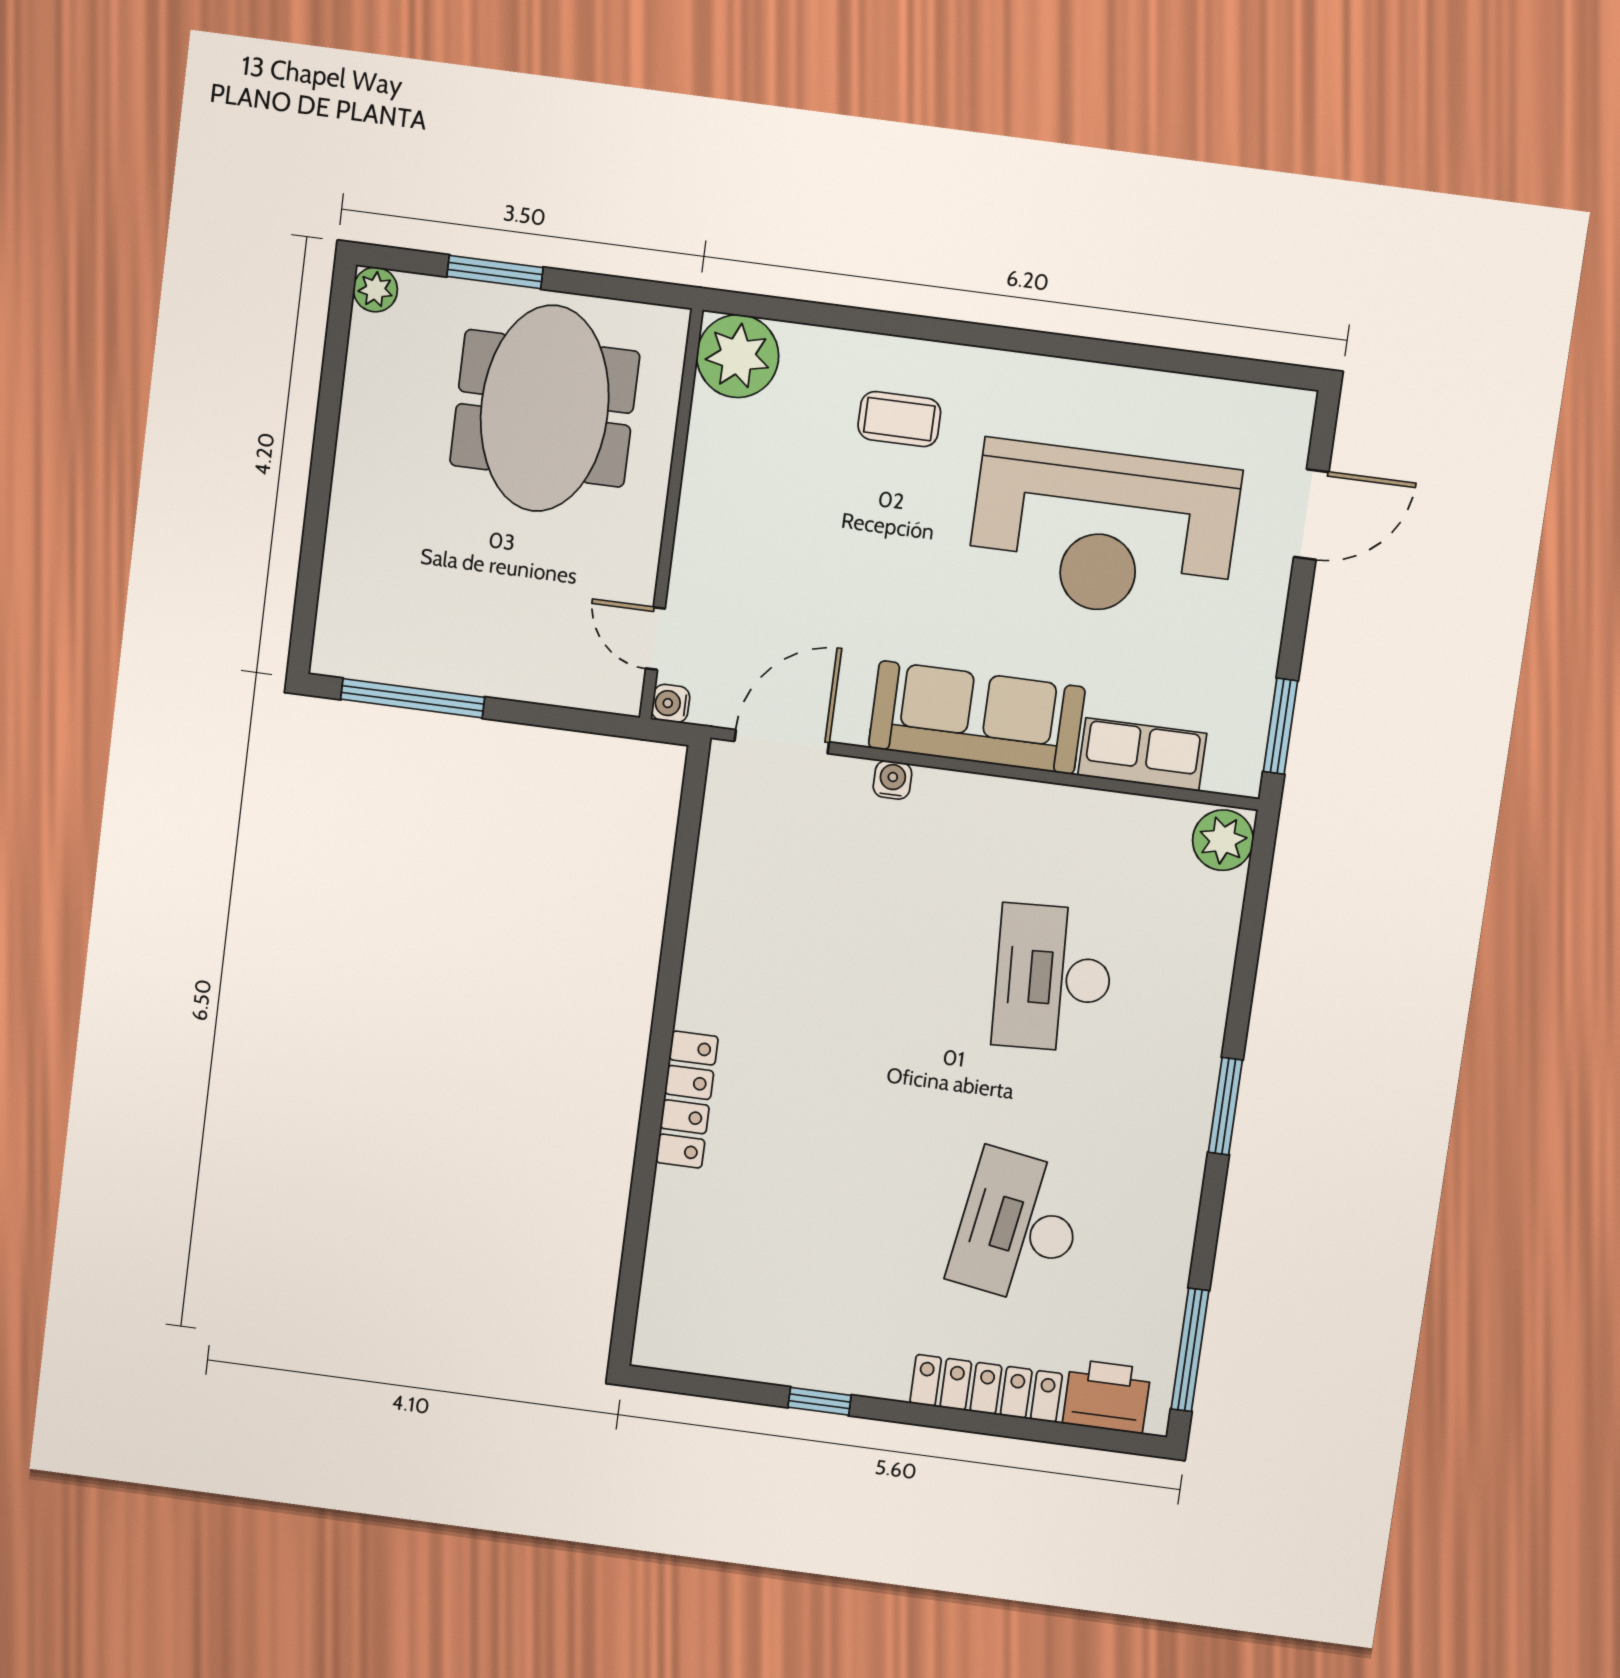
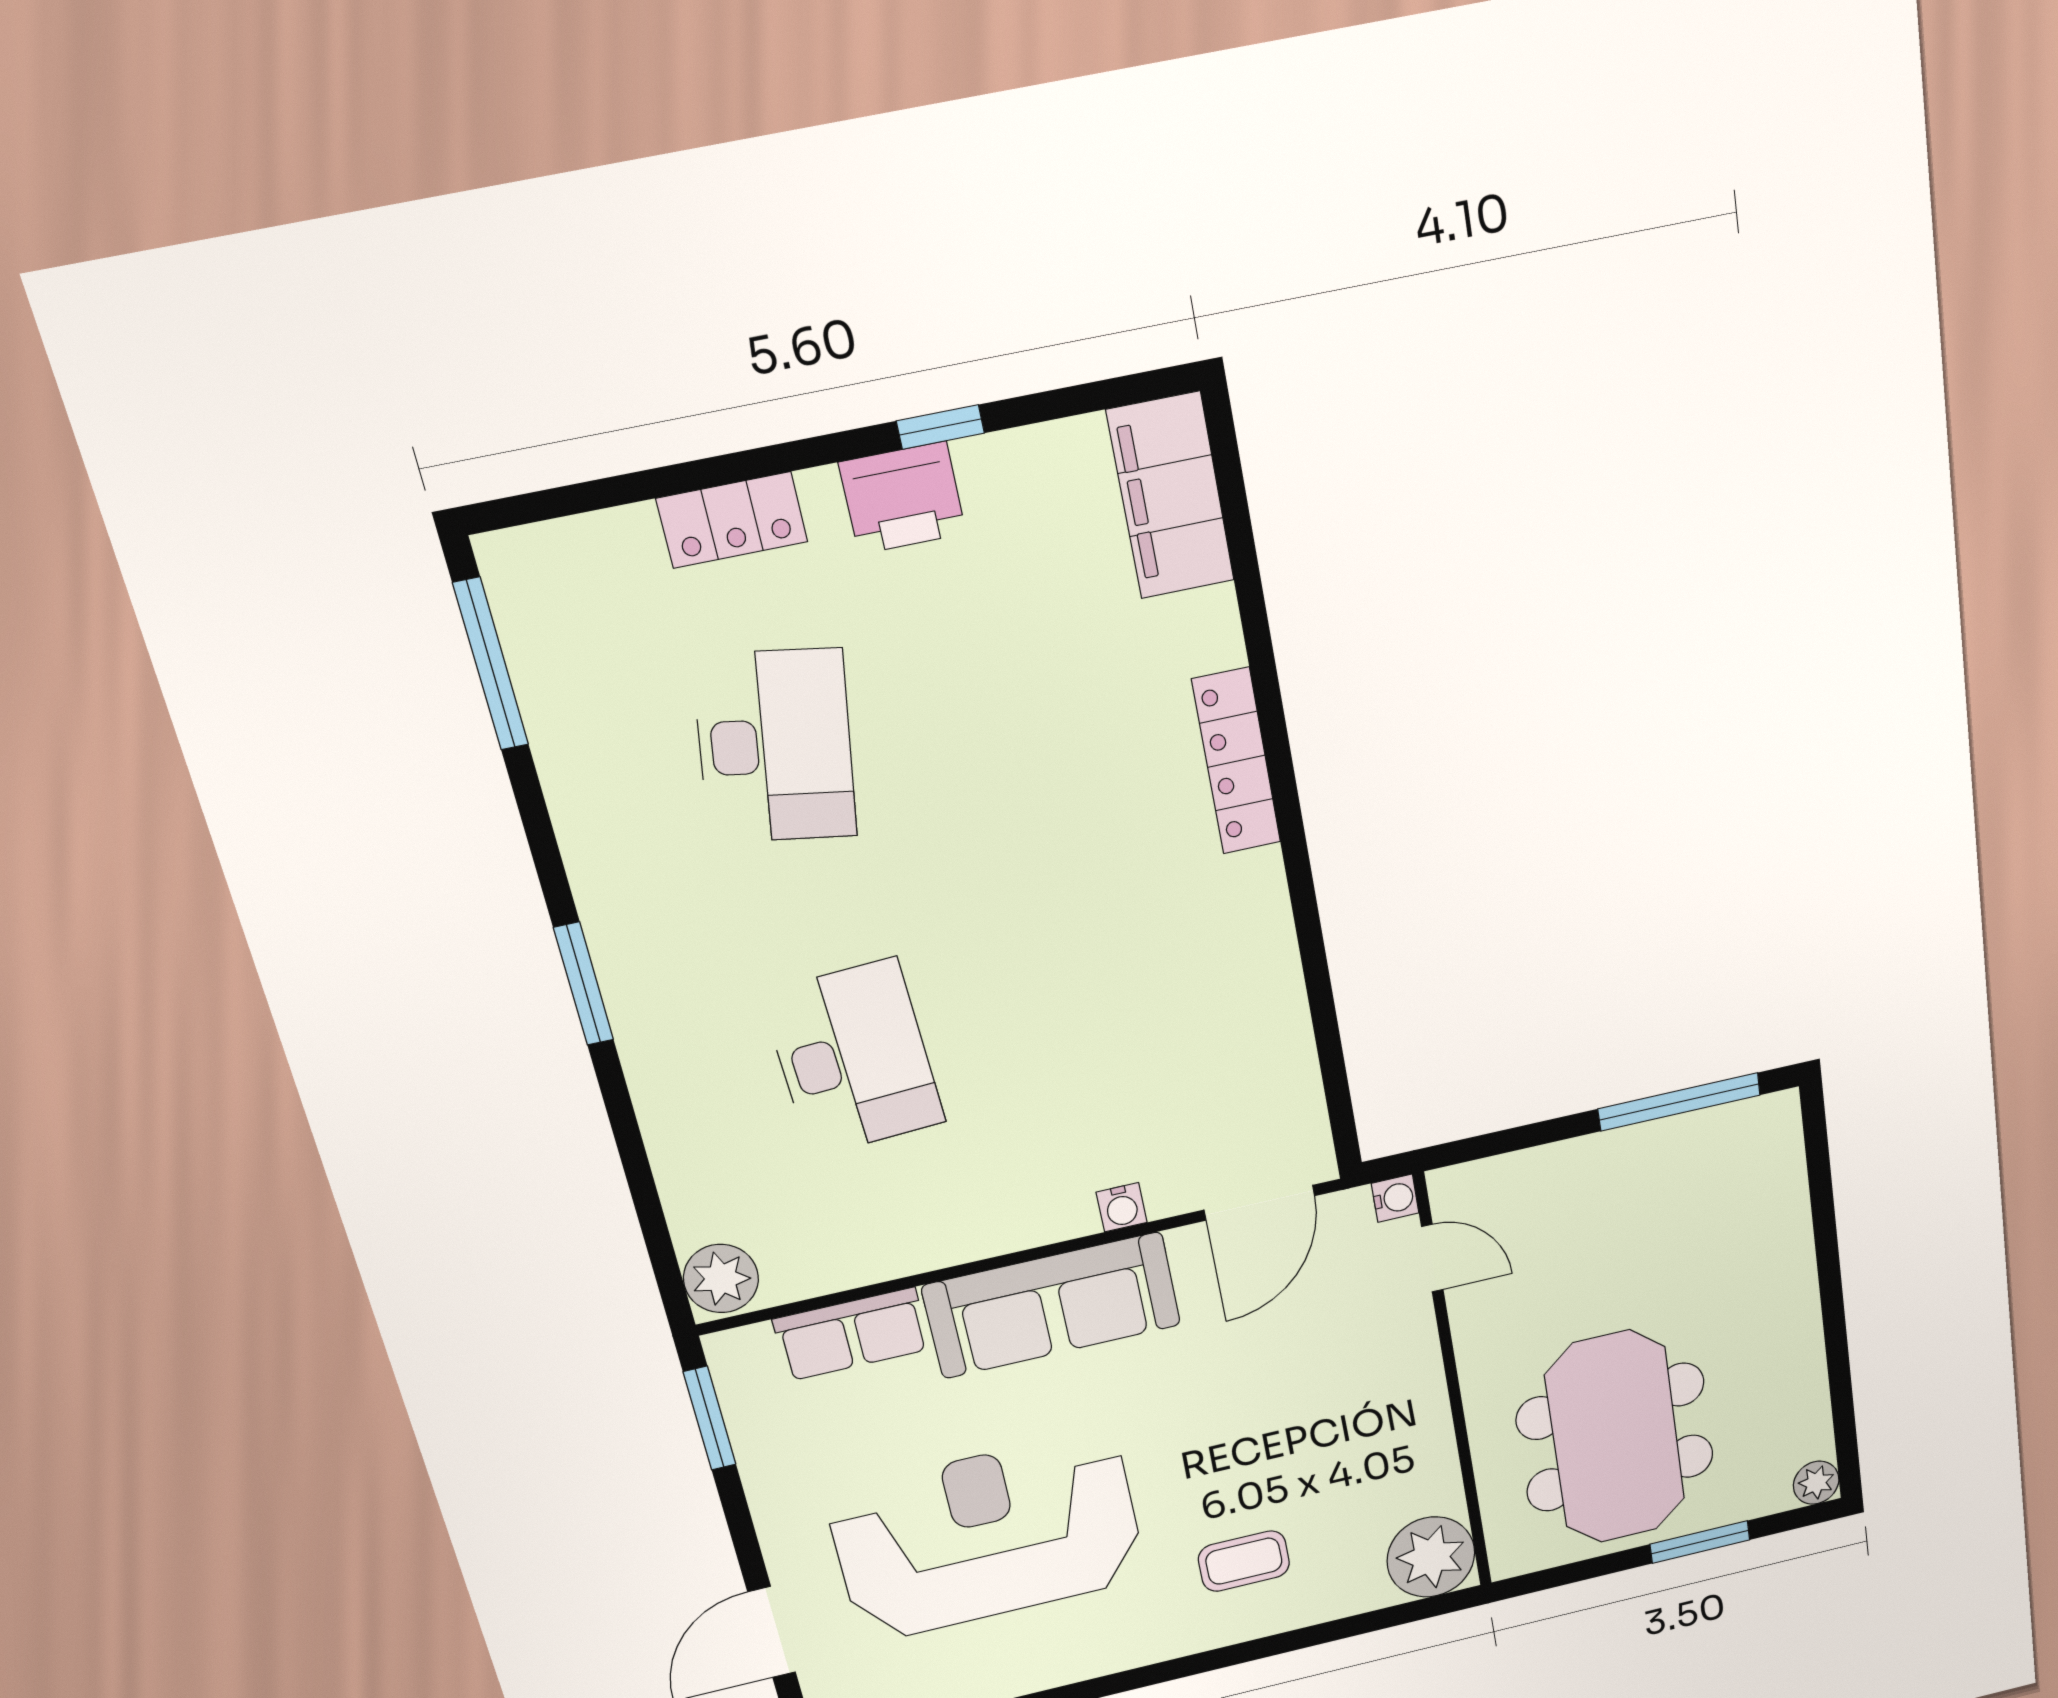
filing cabinet: (674, 1303) -> (1171, 496), added
locker: (986, 1388) -> (732, 520), width x0.66
printer: (1107, 1396) -> (902, 498), moved

